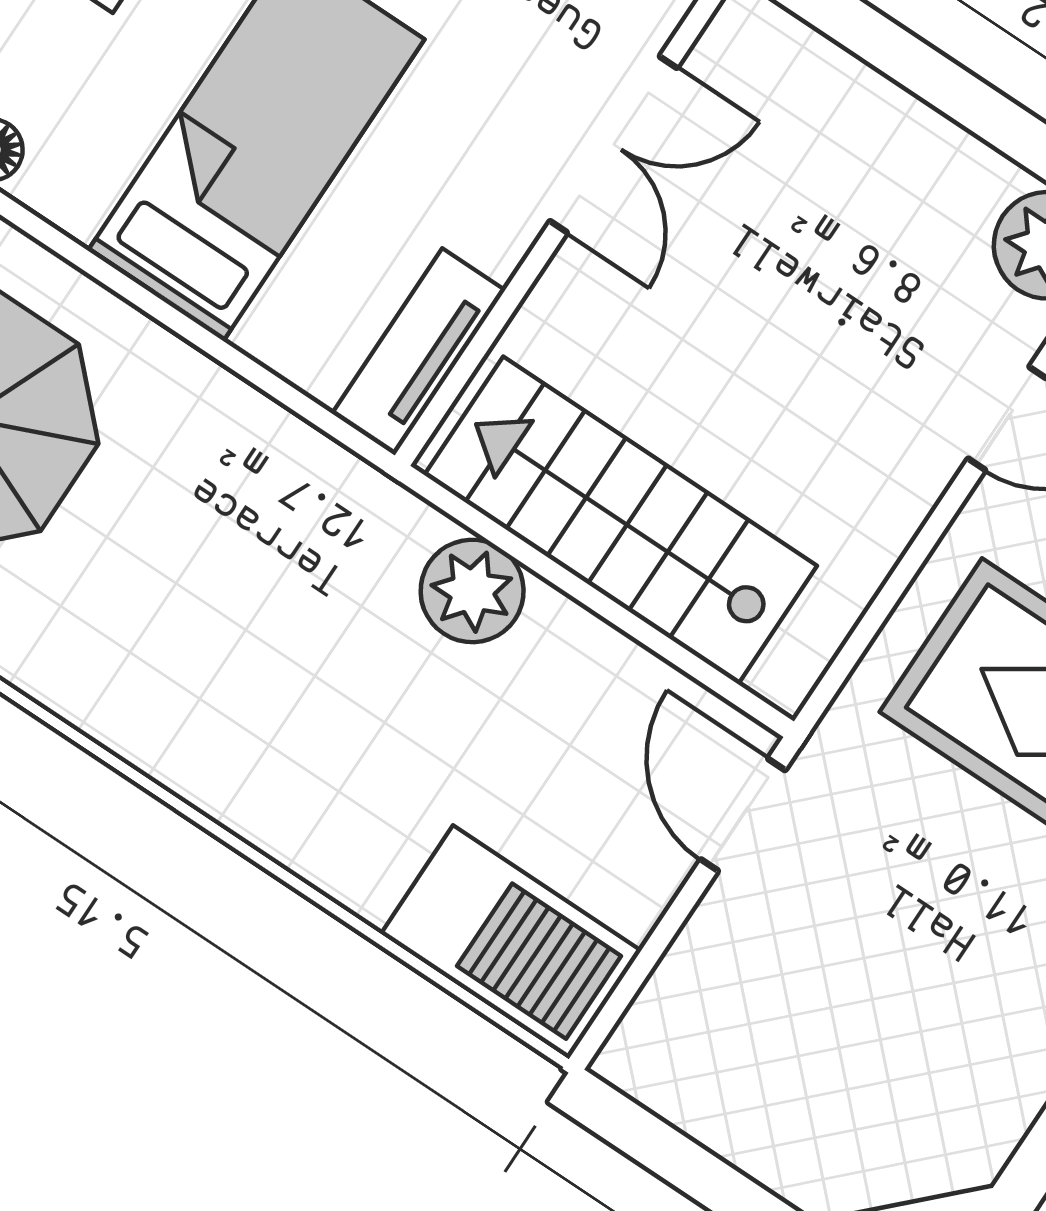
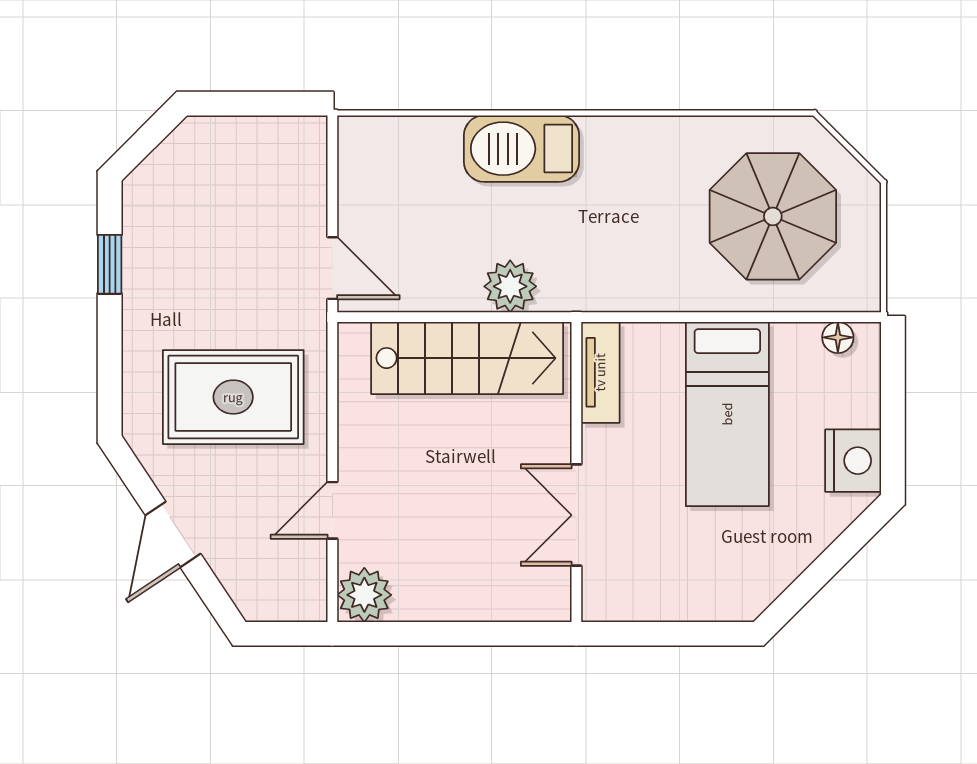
barbecue: (511, 942) -> (521, 149), moved

